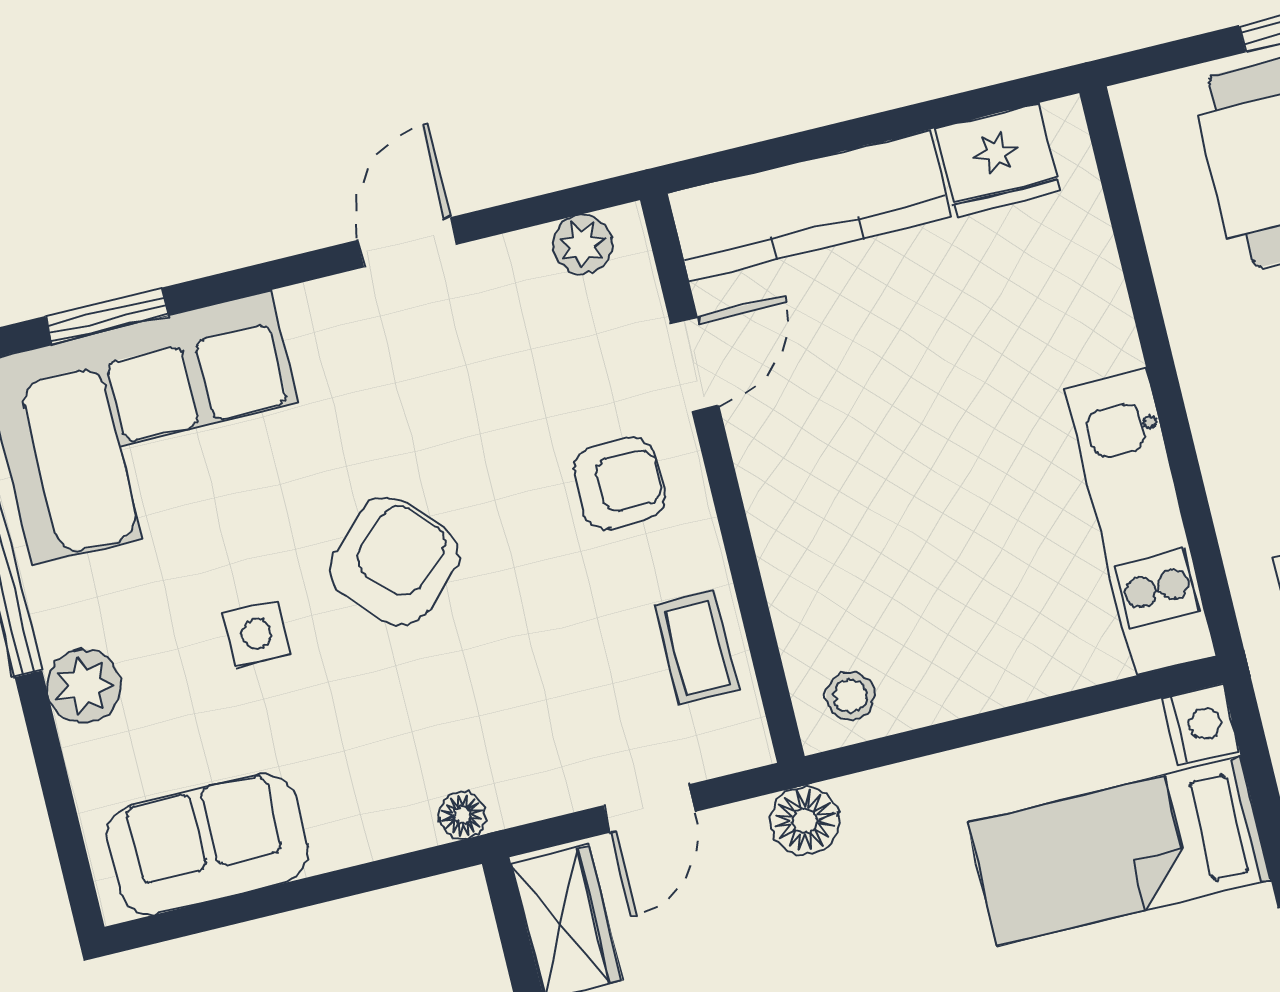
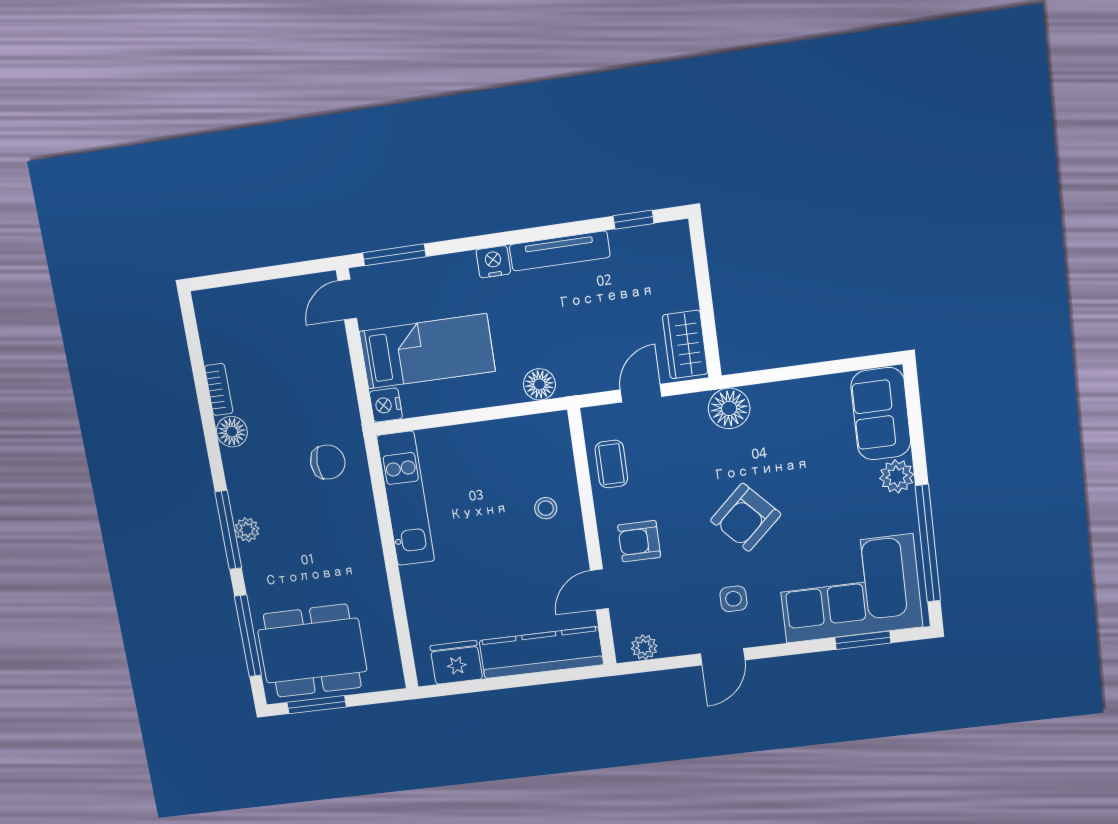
side table: (256, 634) -> (733, 599), moved
stool: (850, 696) -> (546, 508), moved
floor lamp: (463, 815) -> (729, 408), width x1.89, depth x1.89
floor lamp: (805, 821) -> (539, 384), moved
sofa: (207, 844) -> (881, 414), moved, turned 90

